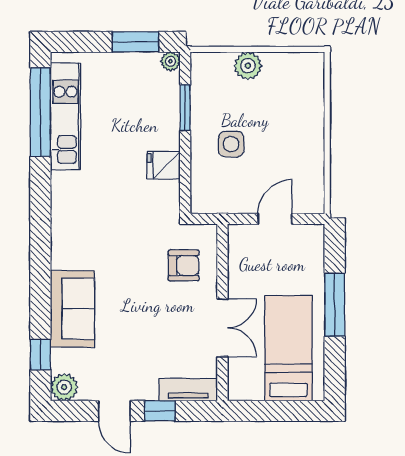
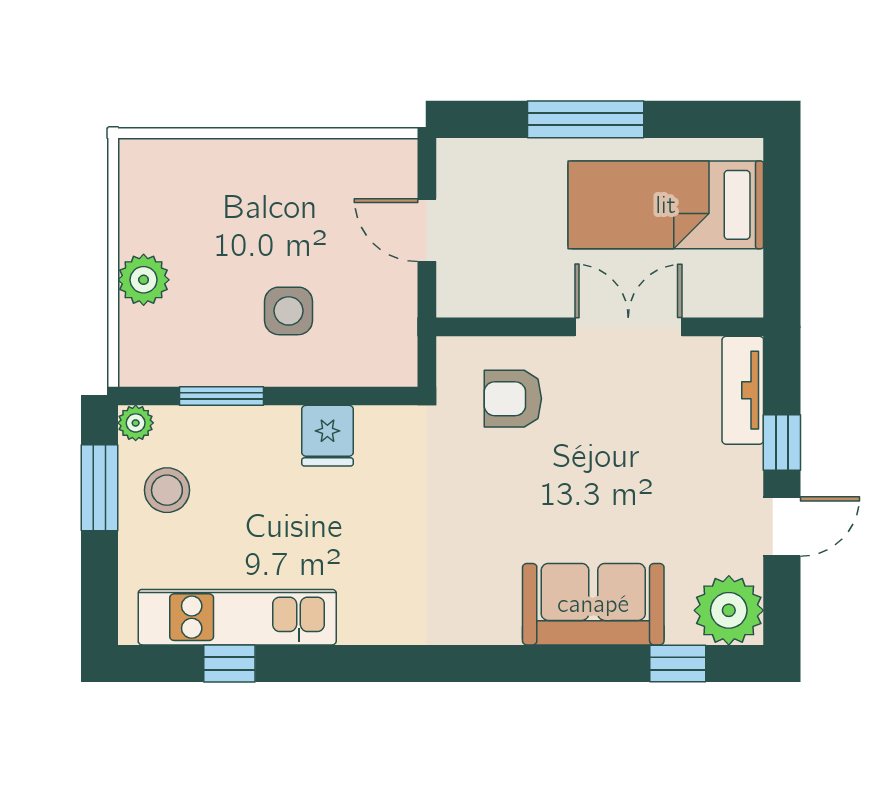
stool: (134, 78) -> (167, 490), added
window: (40, 112) -> (229, 663), width x0.32
armchair: (184, 265) -> (513, 399), turned -90
plant: (64, 387) -> (729, 610), width x1.36, depth x1.36

